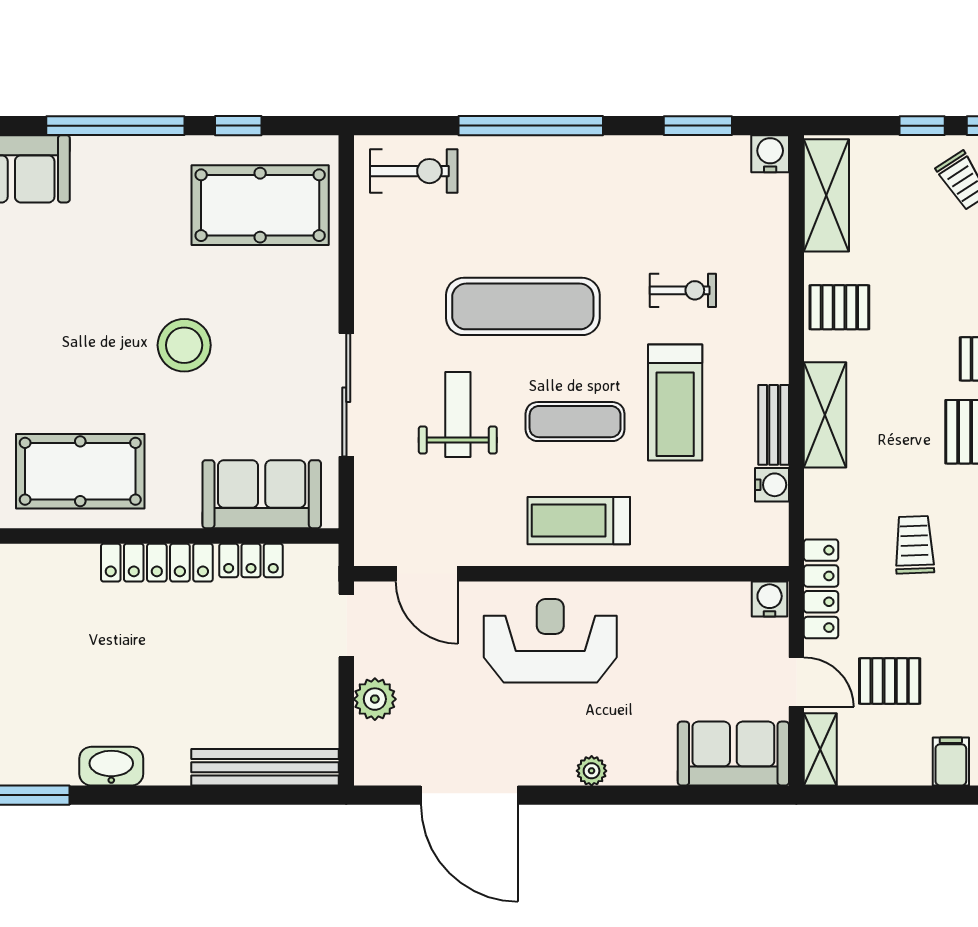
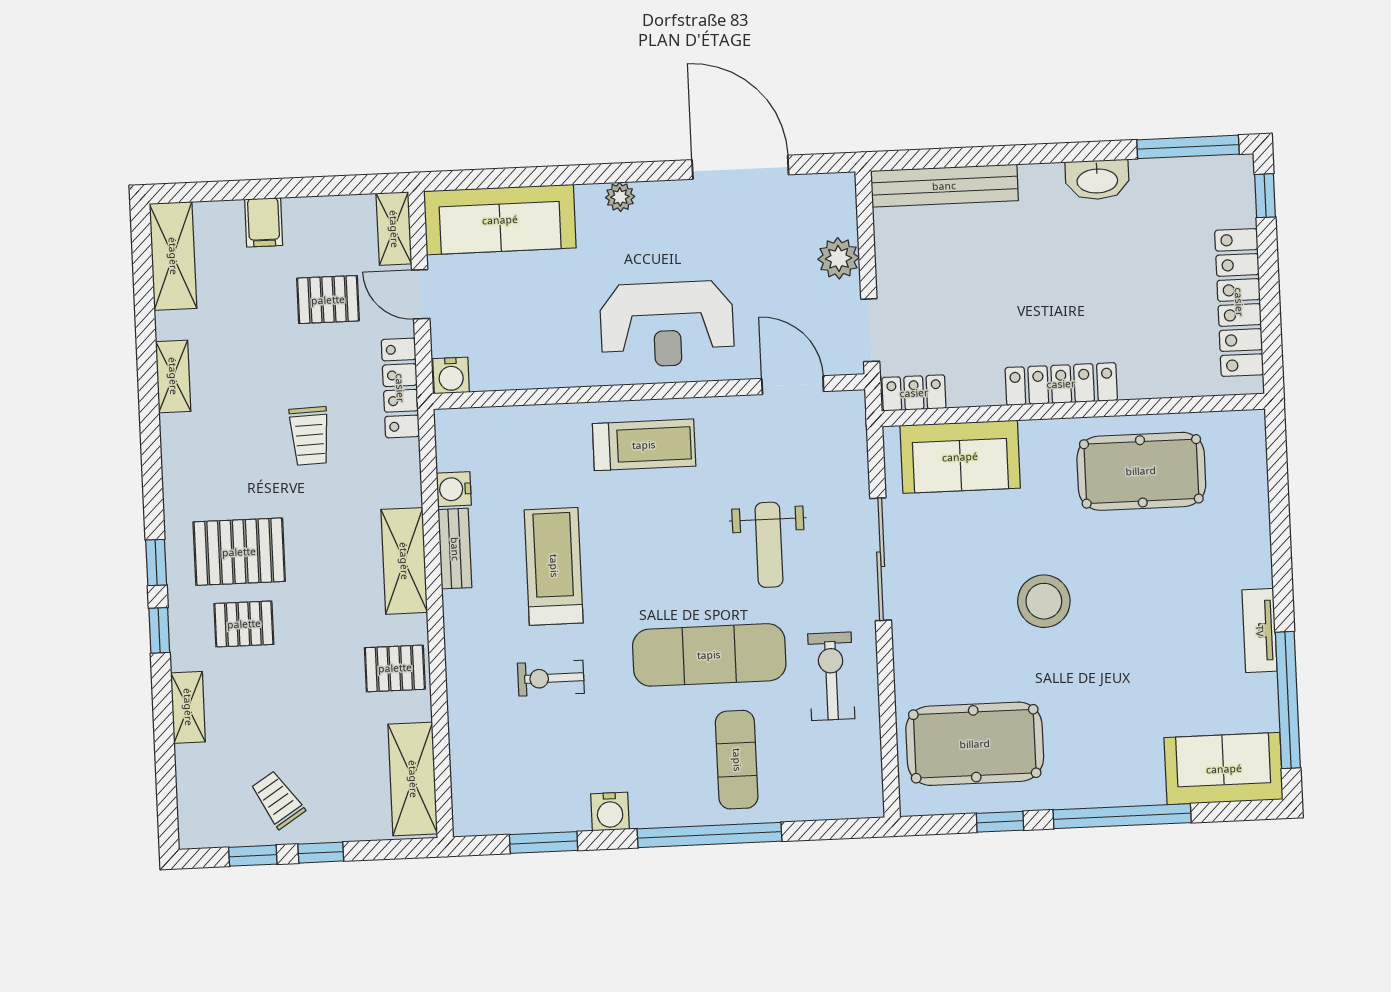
water cooler: (770, 154) -> (610, 812), moved
exercise bike: (414, 171) -> (831, 676), moved, turned 90
exercise mat: (575, 422) -> (737, 760), moved, turned 90
locker: (251, 560) -> (914, 393), moved
sofa: (733, 754) -> (500, 220), width x1.36

